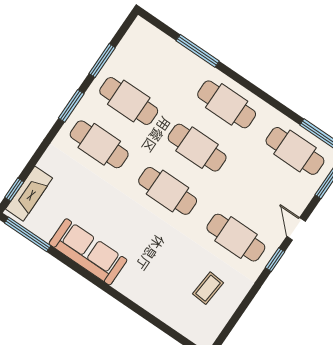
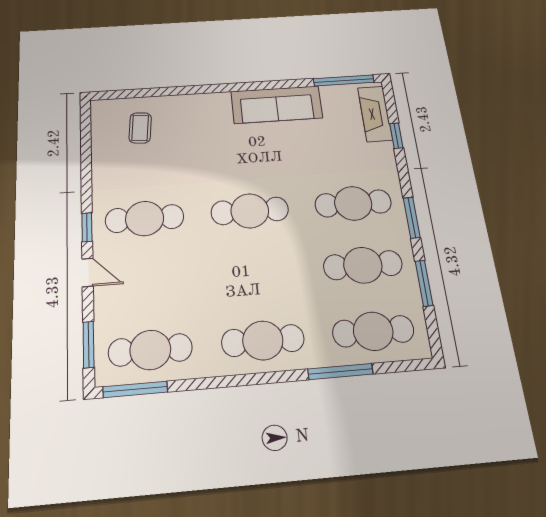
cafe table: (197, 148) -> (373, 331), moved
window: (14, 190) -> (396, 136), moved
coffee table: (208, 288) -> (140, 128), moved

